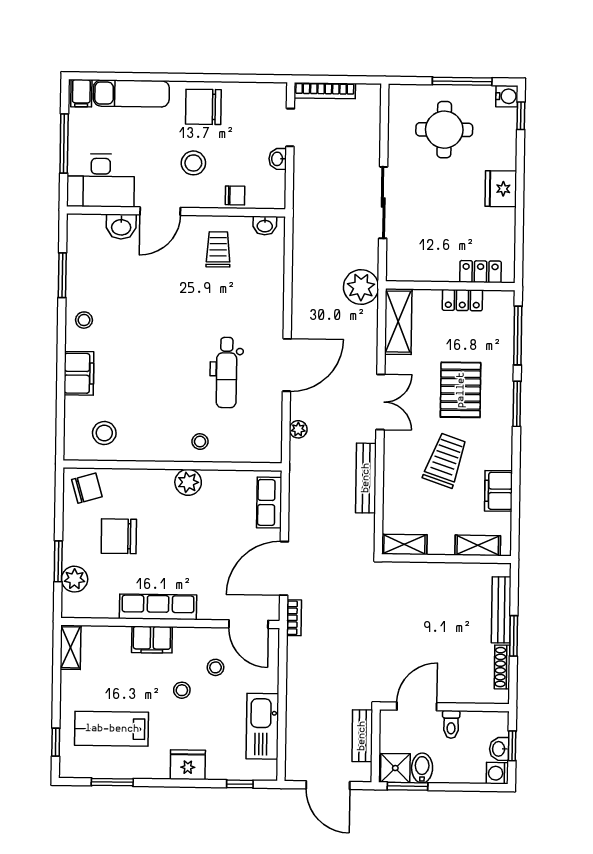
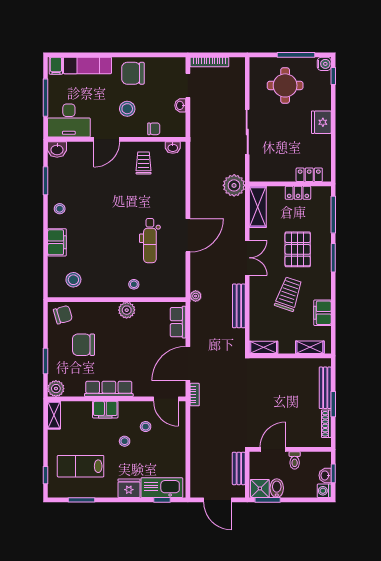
washbasin: (121, 227) -> (57, 149), moved
plant: (298, 429) -> (196, 296), moved
plant: (75, 579) -> (56, 389), moved
kitchen sink: (262, 726) -> (162, 488), moved, turned 90

